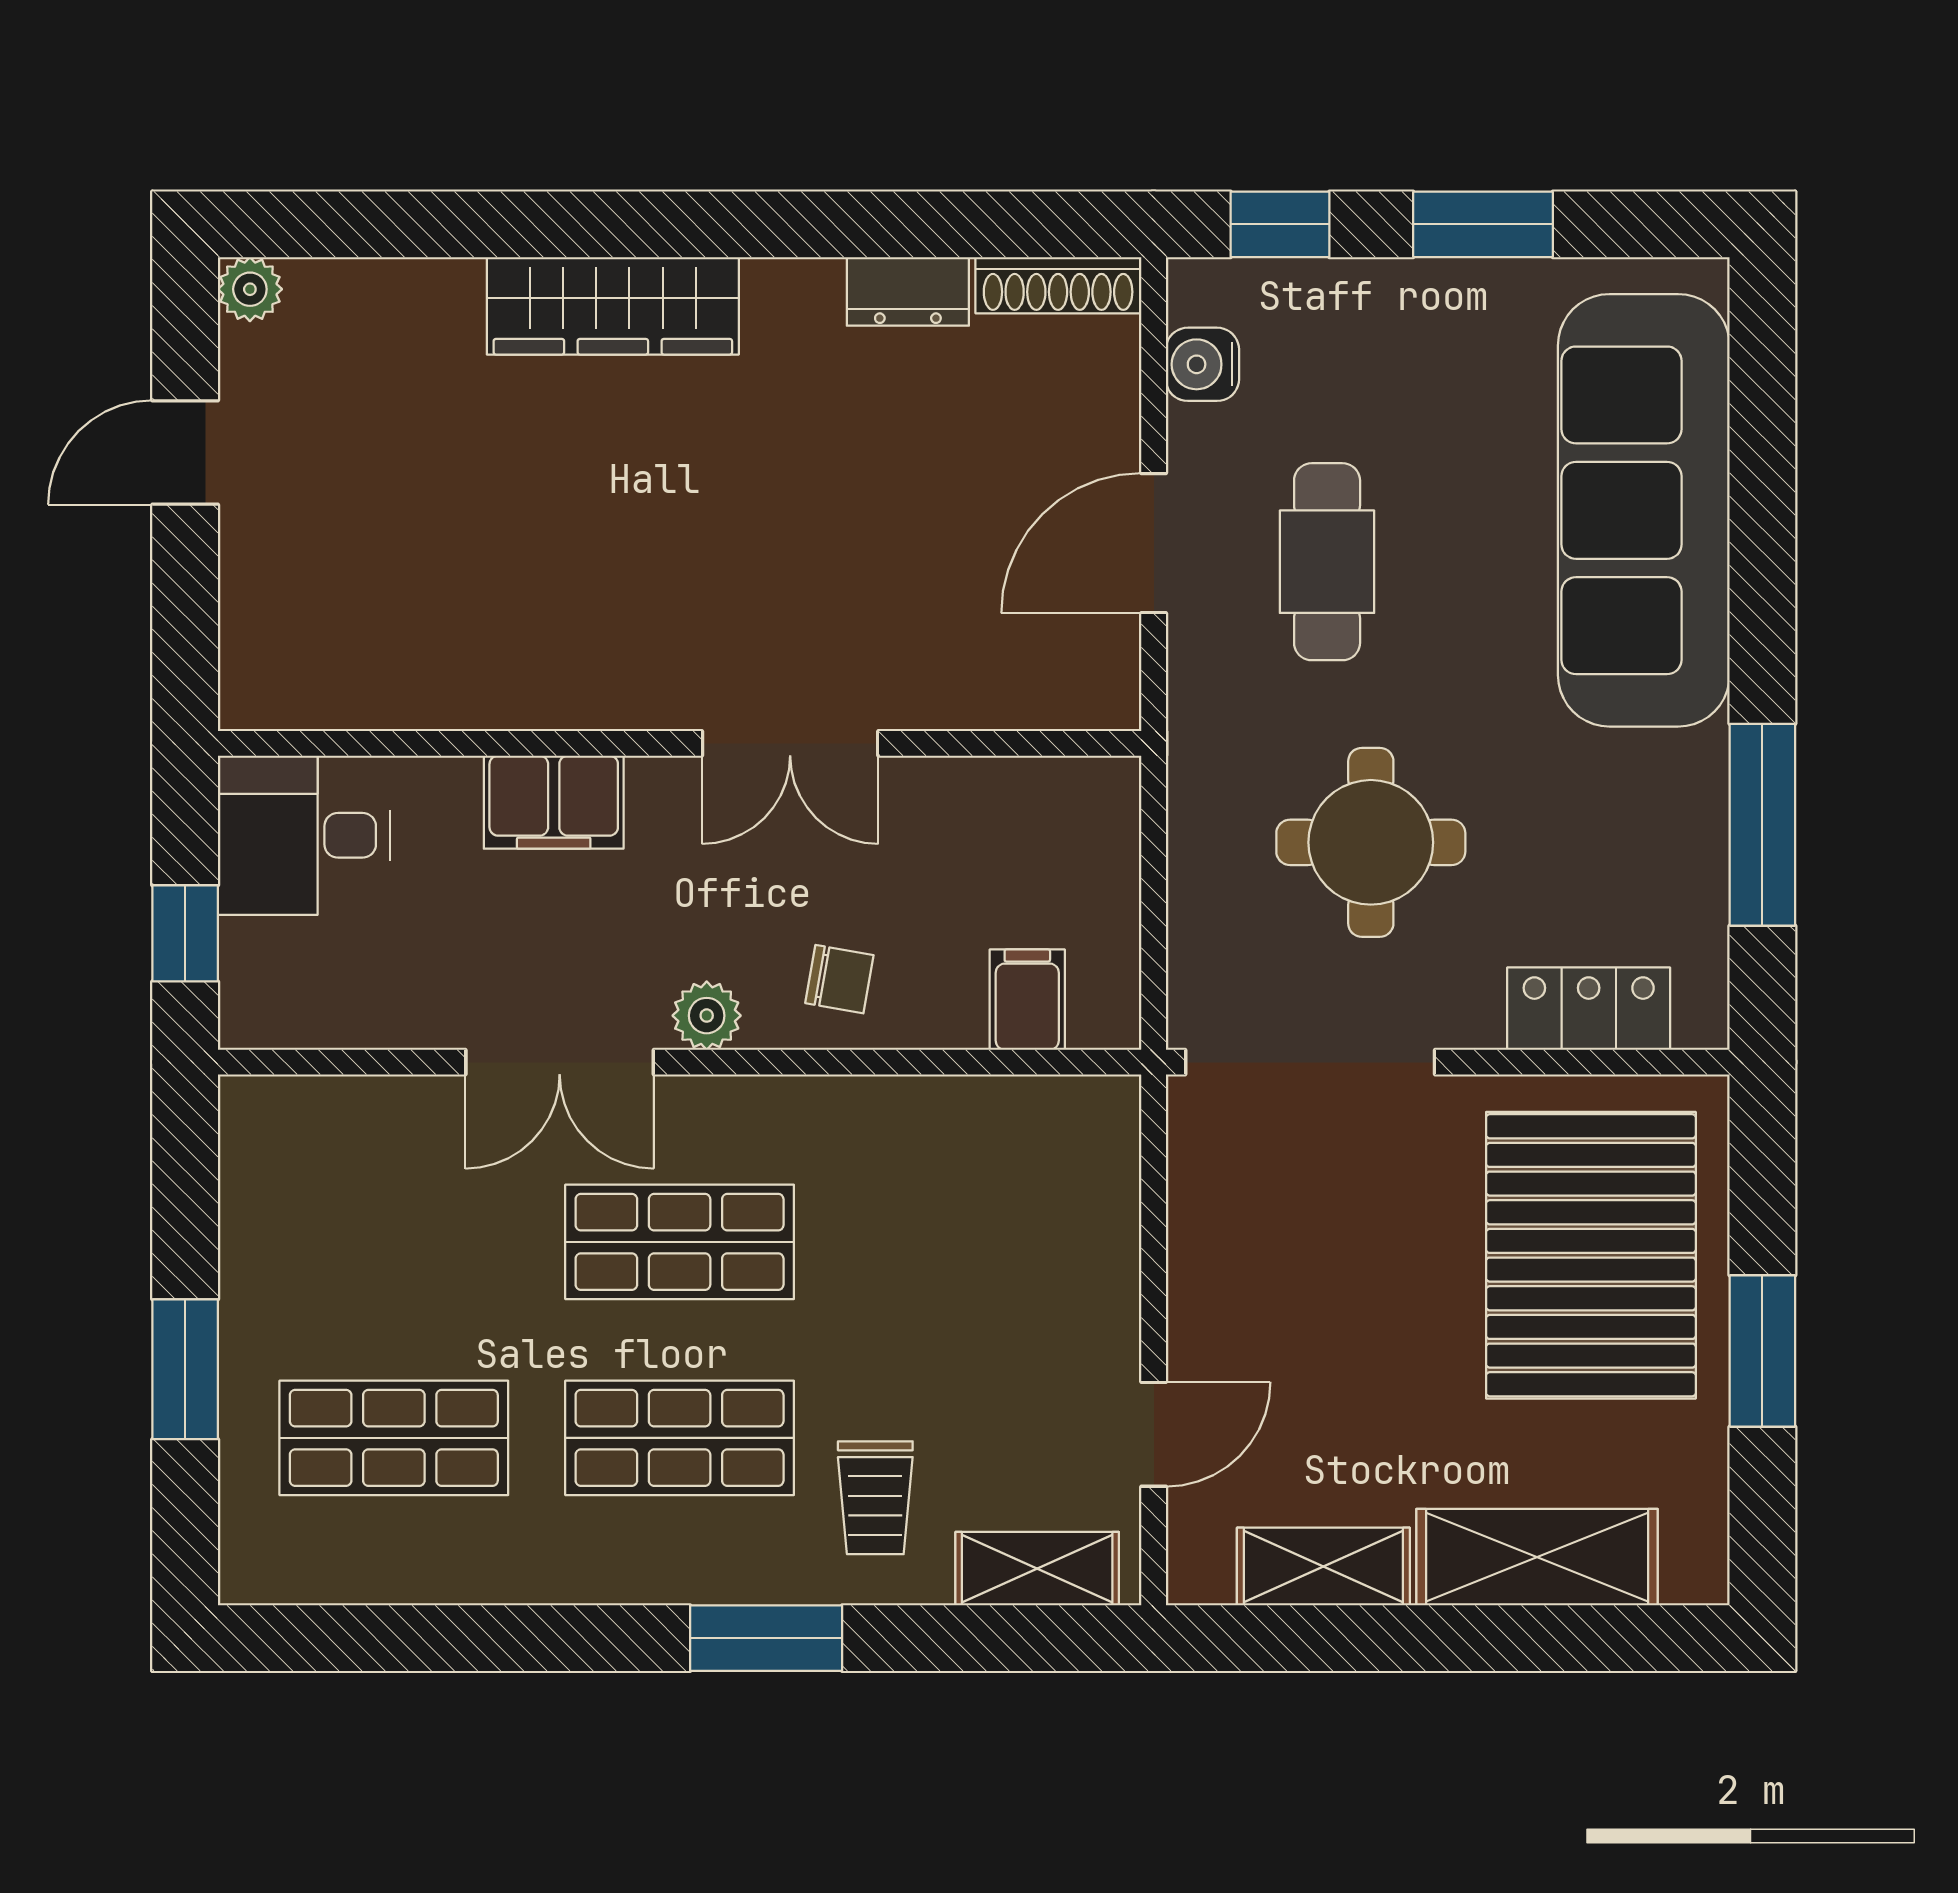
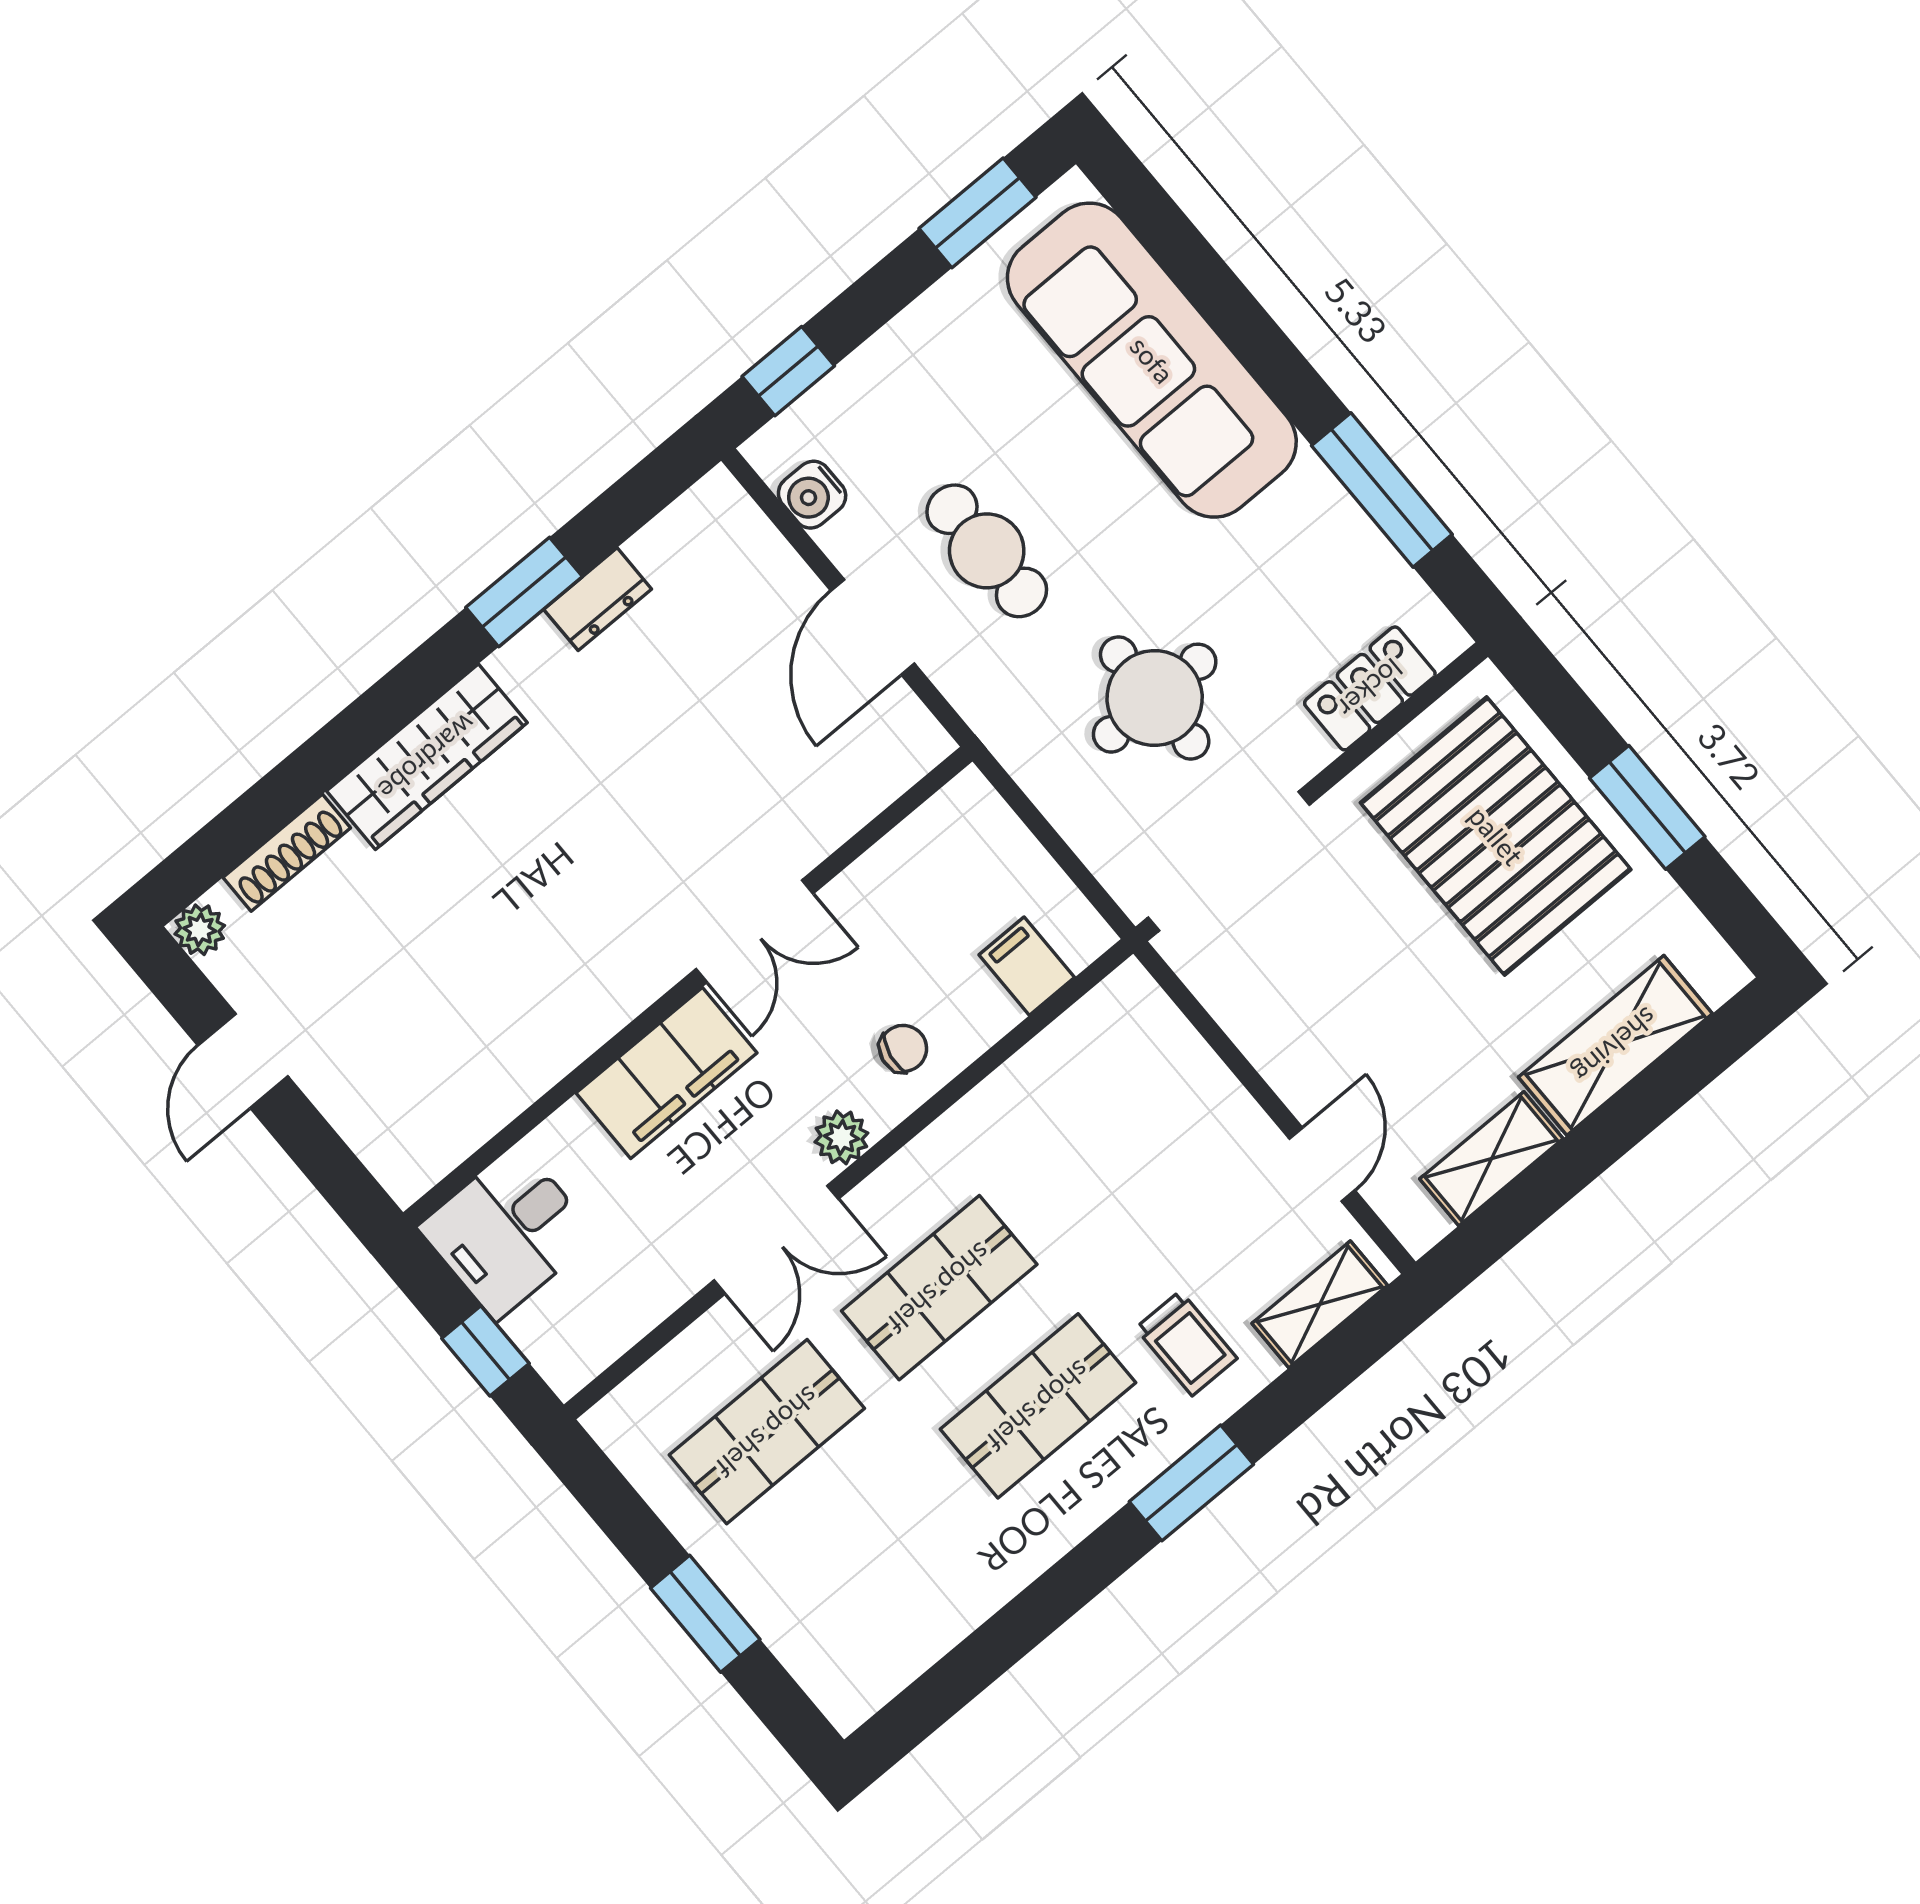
window: (842, 224) -> (524, 592), added
window: (1483, 224) -> (978, 213), moved
shoe rack: (1058, 285) -> (287, 853), moved
filing cabinet: (554, 802) -> (667, 1073), width x1.50, depth x1.17
shop shelf: (394, 1438) -> (767, 1432), moved

